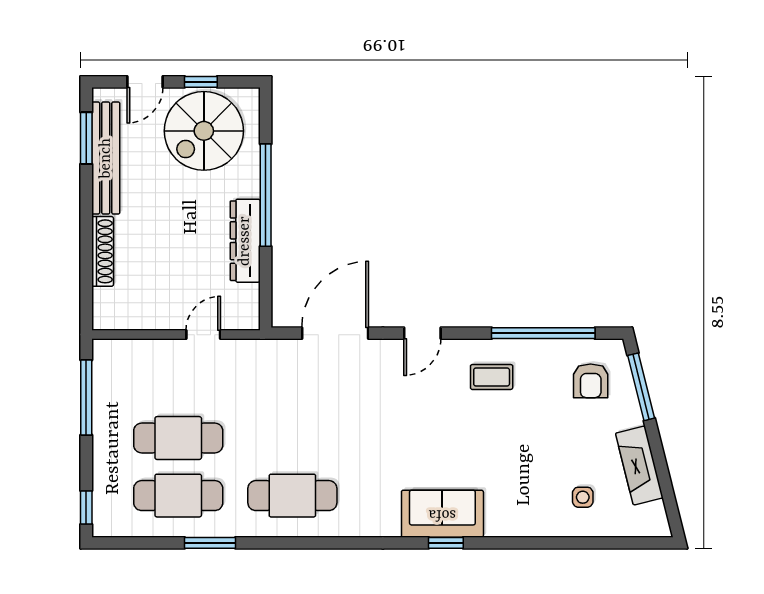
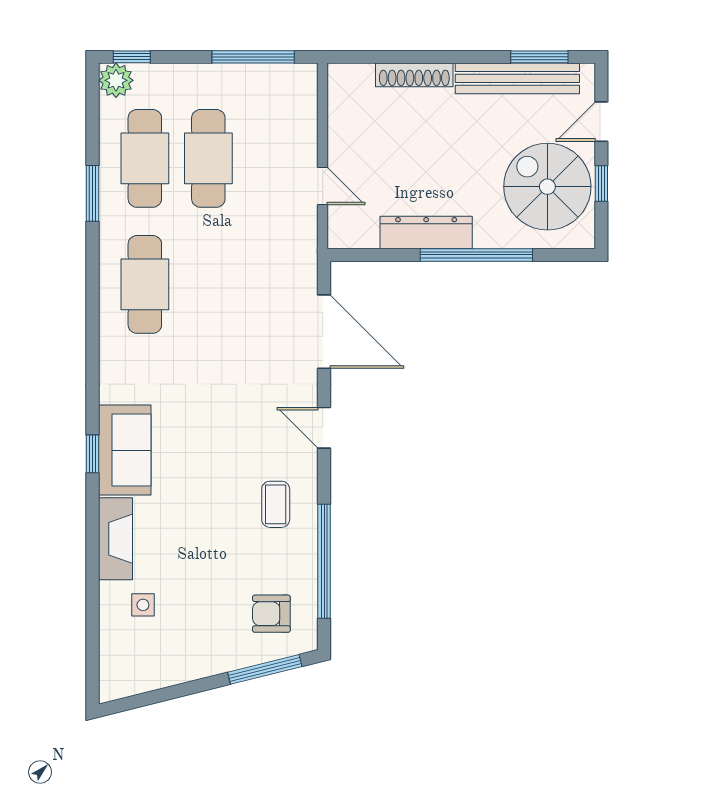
door: (145, 82) -> (601, 122), hinge flipped
fireplace: (639, 465) -> (116, 539), moved, turned 104
plant: (107, 522) -> (116, 80), added

